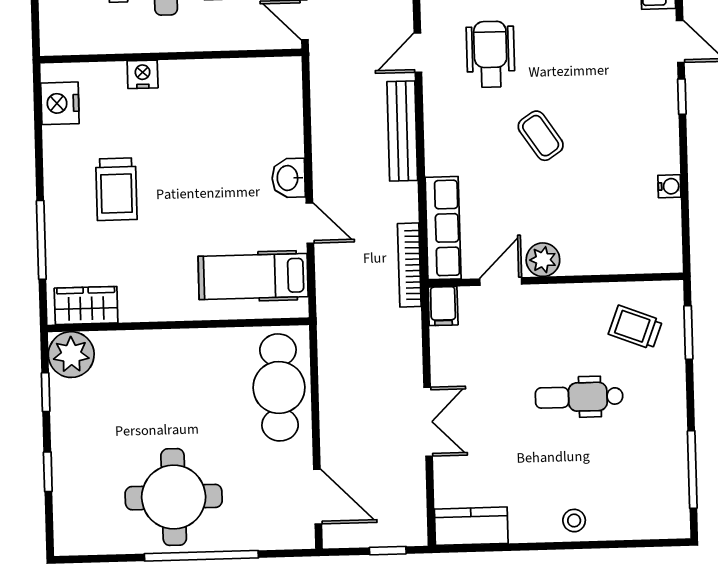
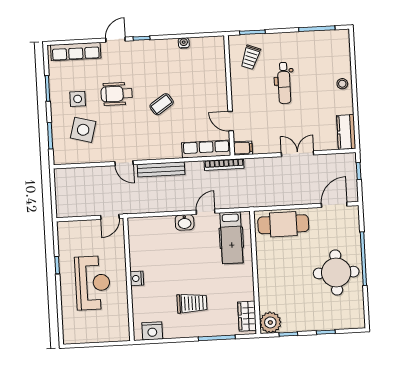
wheelchair: (490, 54) -> (117, 94), moved
nightstand: (143, 74) -> (137, 278), moved
plant: (543, 260) -> (220, 102), removed

